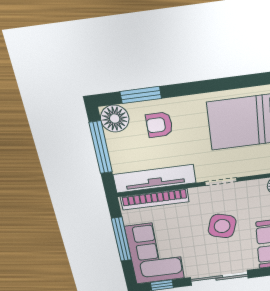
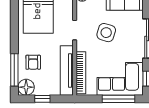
window: (141, 95) -> (14, 70), width x1.44
window: (101, 148) -> (42, 99), width x0.46
window: (122, 239) -> (118, 99), moved

